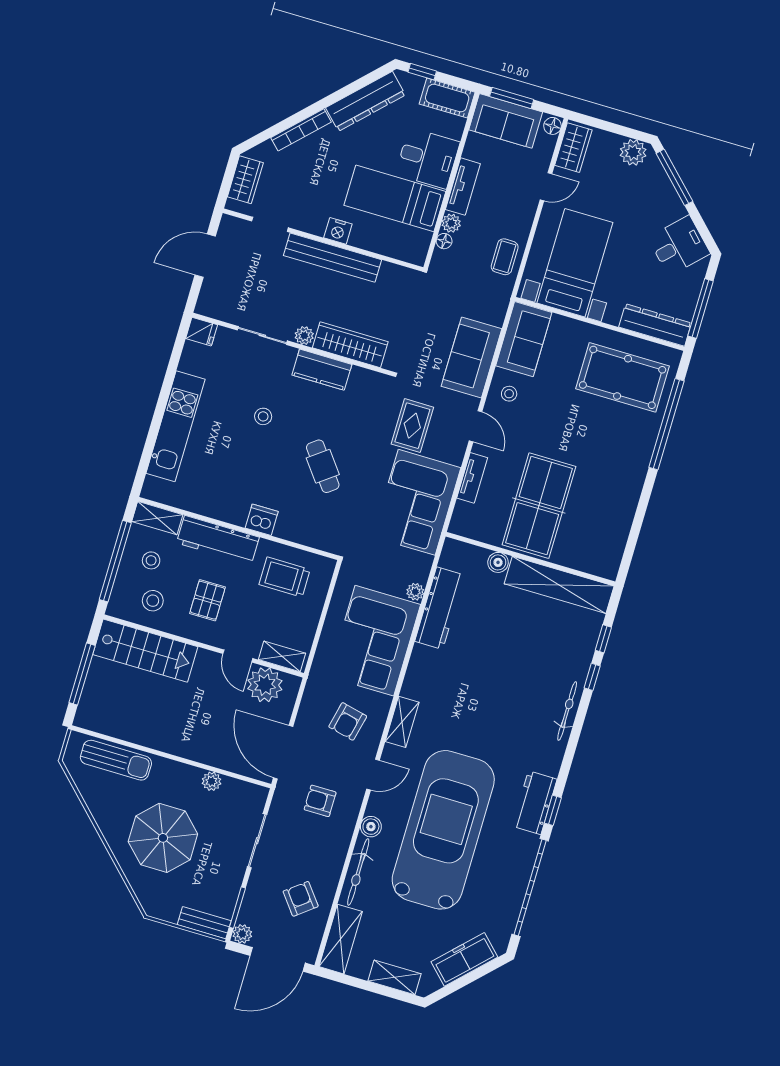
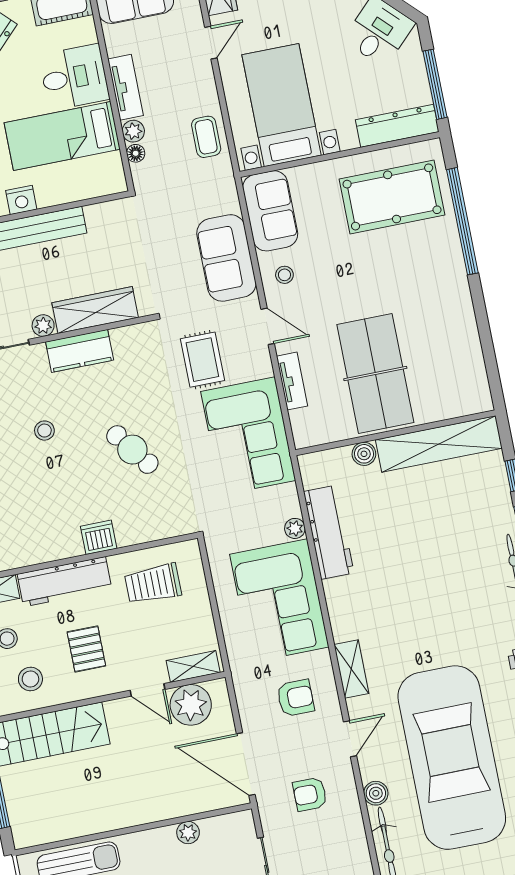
armchair: (348, 721) -> (295, 698), turned -103

